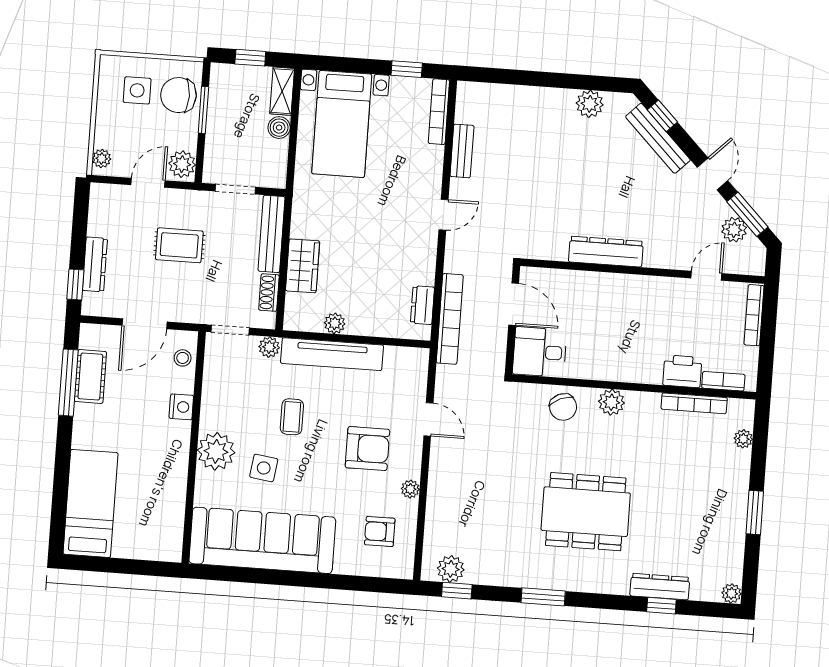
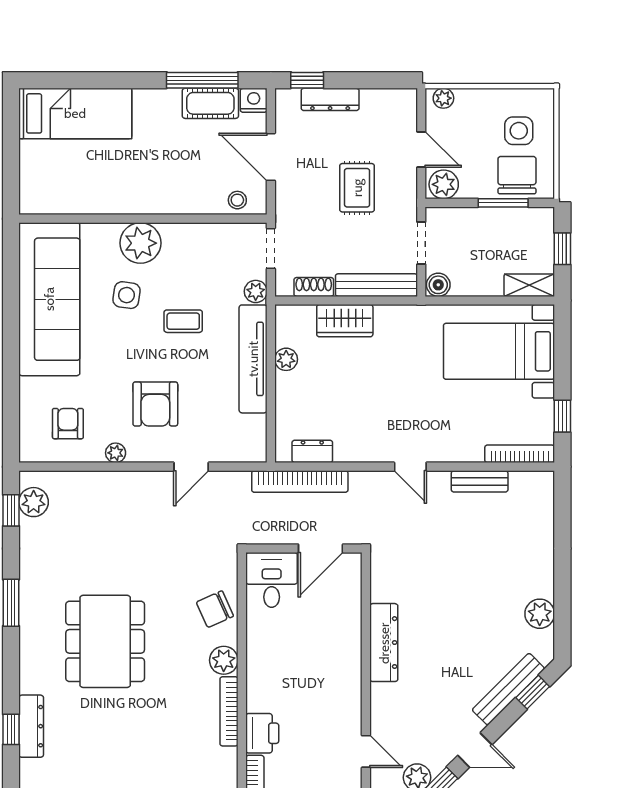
boiler: (279, 128) -> (438, 285), moved
bookcase: (694, 403) -> (229, 711), moved
nightstand: (181, 407) -> (254, 100), moved, turned 180

